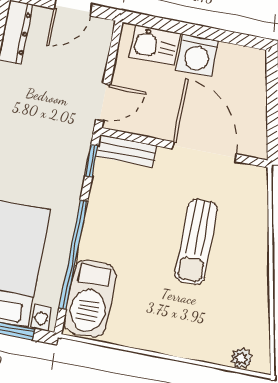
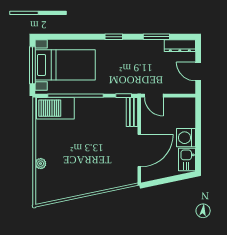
kitchen sink: (155, 45) -> (187, 160), moved
sun lounger: (196, 242) -> (94, 155), removed
plant: (241, 358) -> (41, 164), moved

